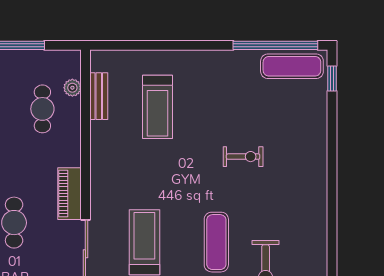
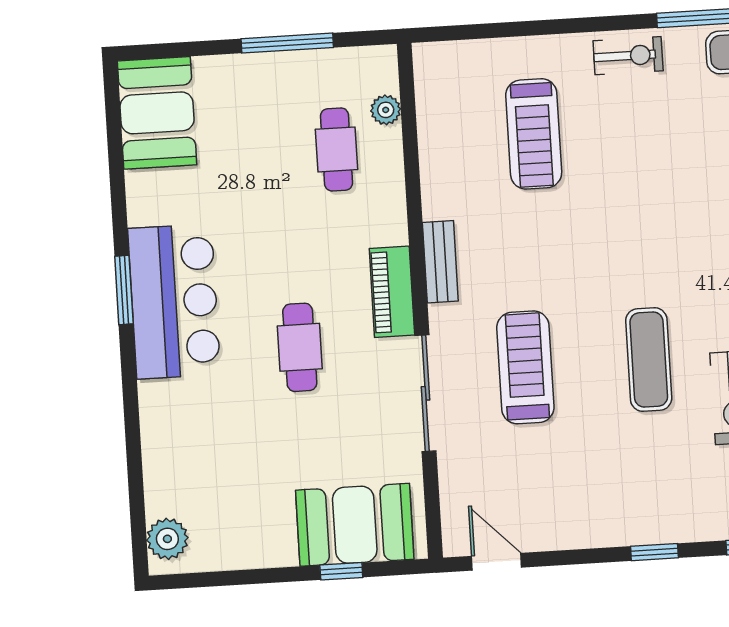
bench: (99, 96) -> (440, 262), moved
exercise bike: (243, 157) -> (628, 56), moved

